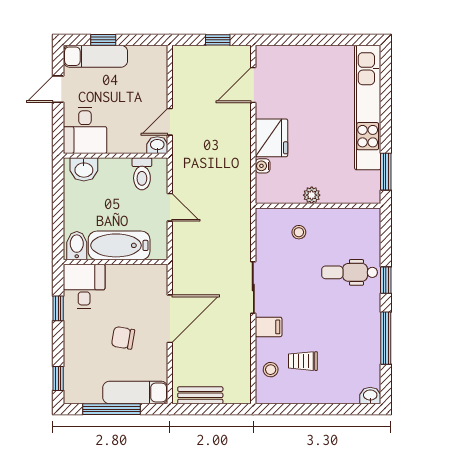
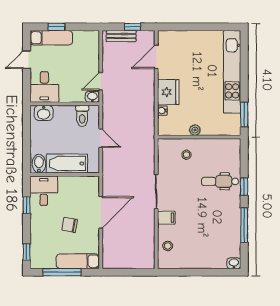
trolley: (303, 361) -> (189, 240), removed
bench: (200, 395) -> (121, 36), moved

